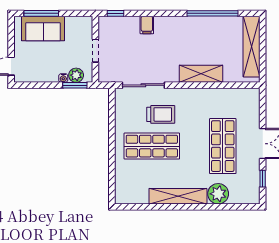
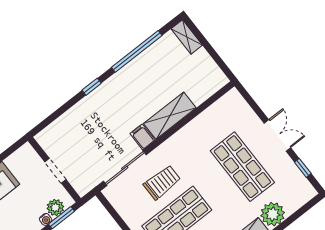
window: (115, 13) -> (92, 87), moved
filing cabinet: (147, 25) -> (142, 137), moved, turned 180
shelving: (252, 47) -> (187, 37), width x0.45, depth x0.75

